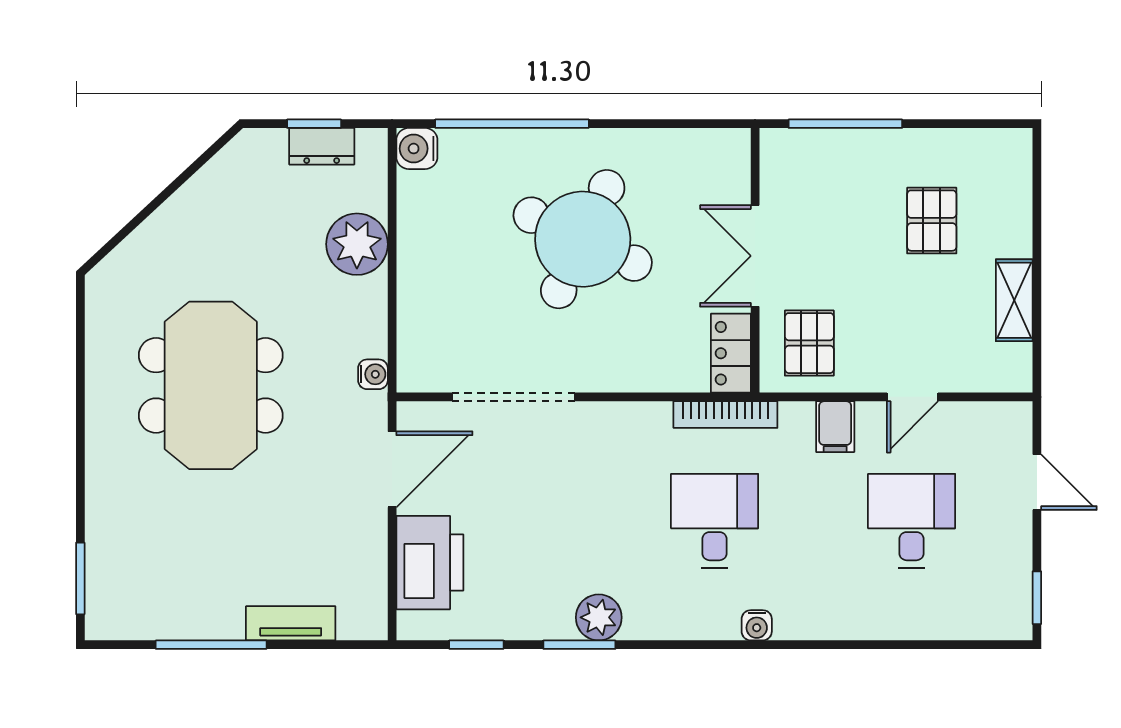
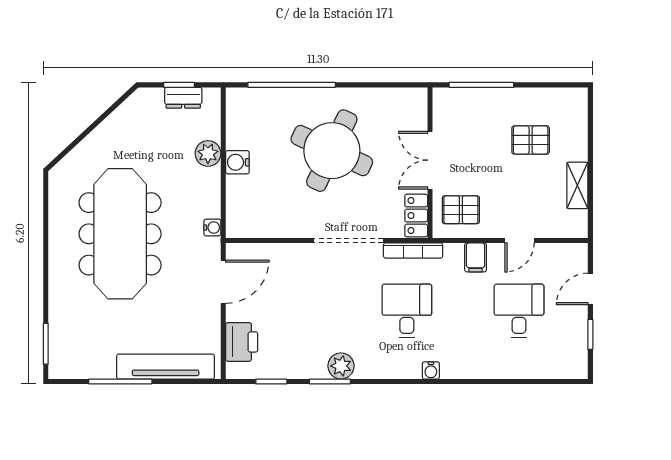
water cooler: (417, 149) -> (237, 162), moved
pallet: (932, 221) -> (531, 140), turned 90
plant: (357, 244) -> (208, 153), width x0.73, depth x0.73
pallet: (809, 343) -> (461, 210), turned 90
meeting table: (211, 385) -> (120, 234), width x1.36
doorway: (514, 397) -> (348, 240), moved
door: (1037, 482) -> (590, 289), swing flipped
printer: (430, 563) -> (242, 342), width x0.73, depth x0.84
window: (1037, 598) -> (590, 334), moved
tv unit: (291, 623) -> (166, 367), width x1.92, depth x1.29

